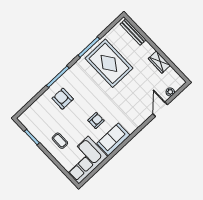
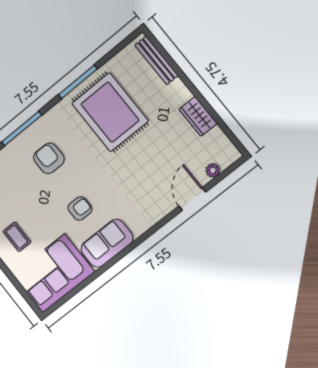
armchair: (63, 99) -> (49, 158), moved

